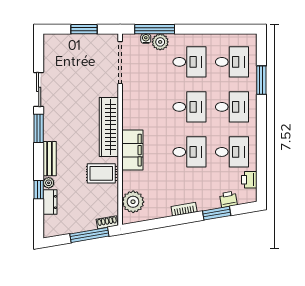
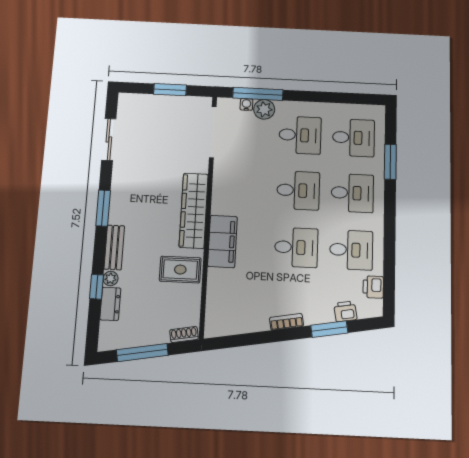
sliding door: (39, 89) -> (109, 139), moved
plant: (133, 202) -> (220, 309), removed
window: (89, 235) -> (142, 353), moved

